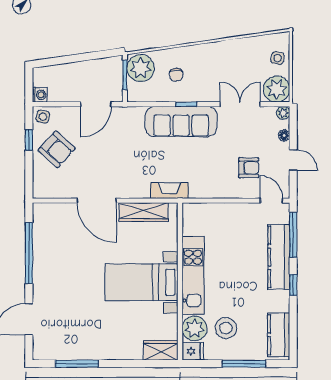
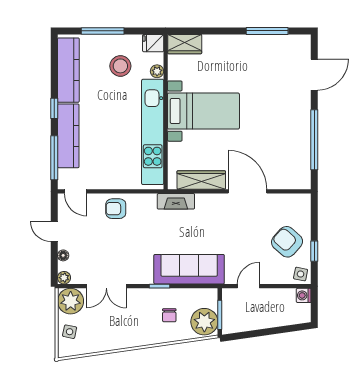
chair: (176, 75) -> (169, 315), turned 180
door: (96, 104) -> (248, 286), width x0.73
sofa: (181, 122) -> (189, 269), moved
armchair: (249, 168) -> (116, 209), moved
kitchen unit: (193, 275) -> (153, 132), width x1.36
plant: (194, 328) -> (157, 71), width x0.53, depth x0.53
kitchen counter: (279, 335) -> (68, 70), width x1.50

